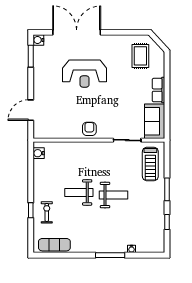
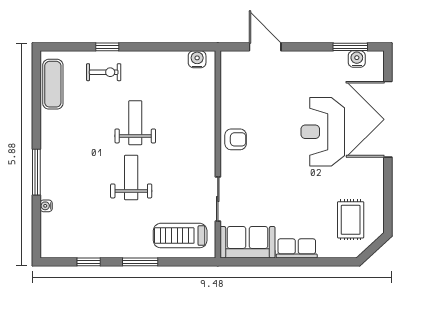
double door: (77, 32) -> (388, 119), swing flipped
water cooler: (38, 40) -> (357, 59), moved
rug: (140, 56) -> (351, 220), turned 90
weight bench: (114, 195) -> (131, 178), turned 180

